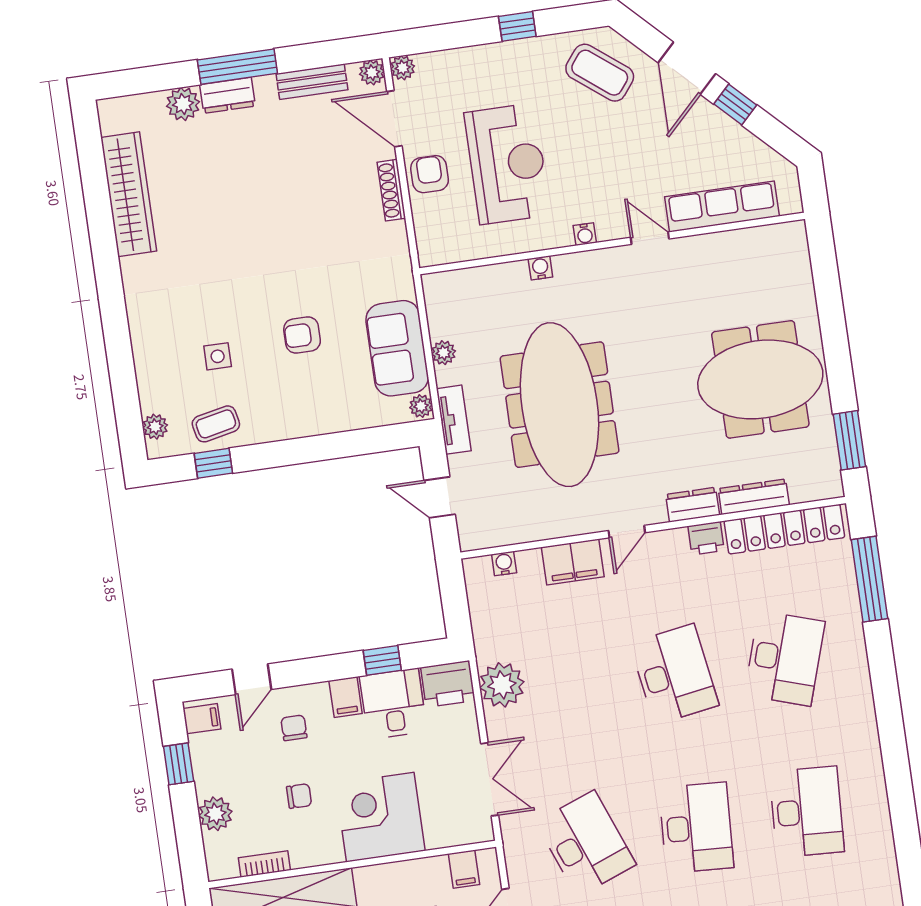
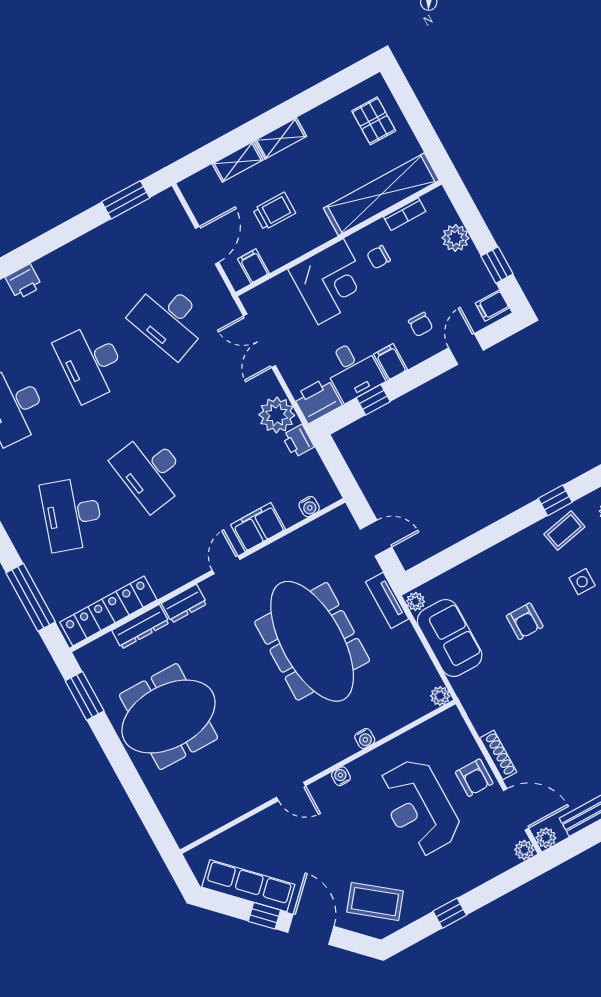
row of seats: (722, 207) -> (248, 886), moved, turned -135
armchair: (302, 335) -> (525, 621), turned 90
plant: (444, 353) -> (440, 696), moved
printer: (706, 538) -> (298, 441), moved, turned -90
chair: (299, 796) -> (379, 257), moved

